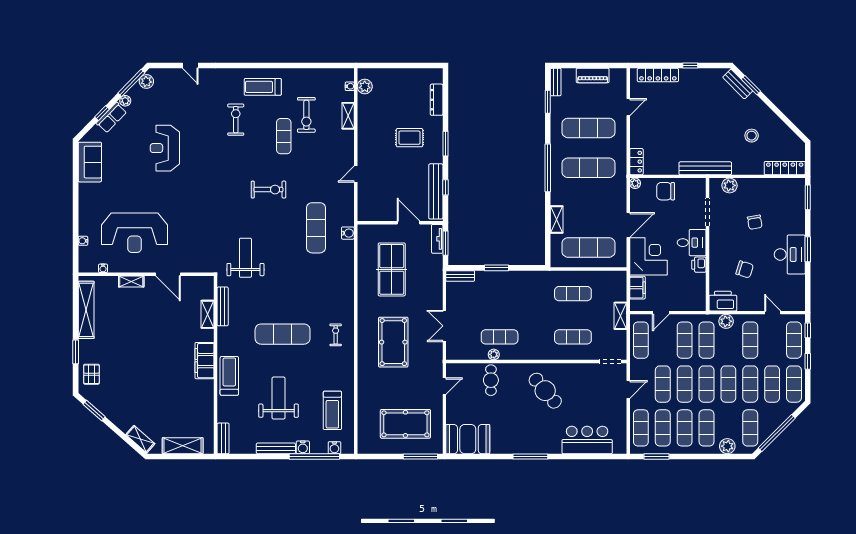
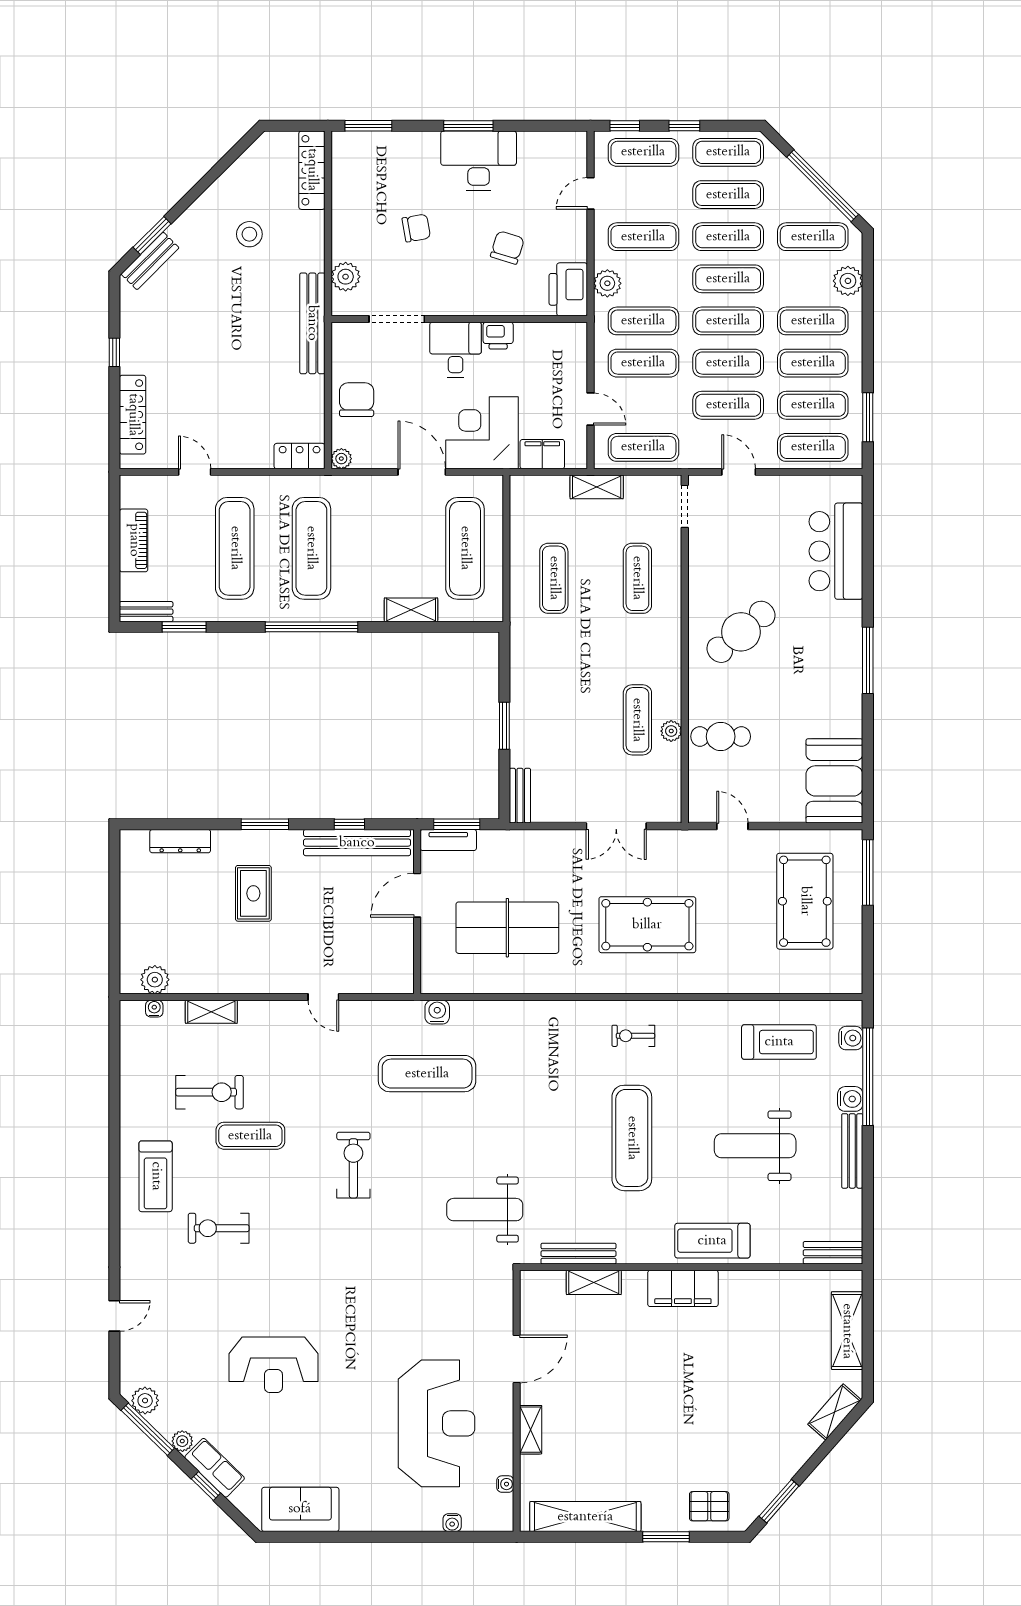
chair: (666, 191) -> (357, 400), turned 180

